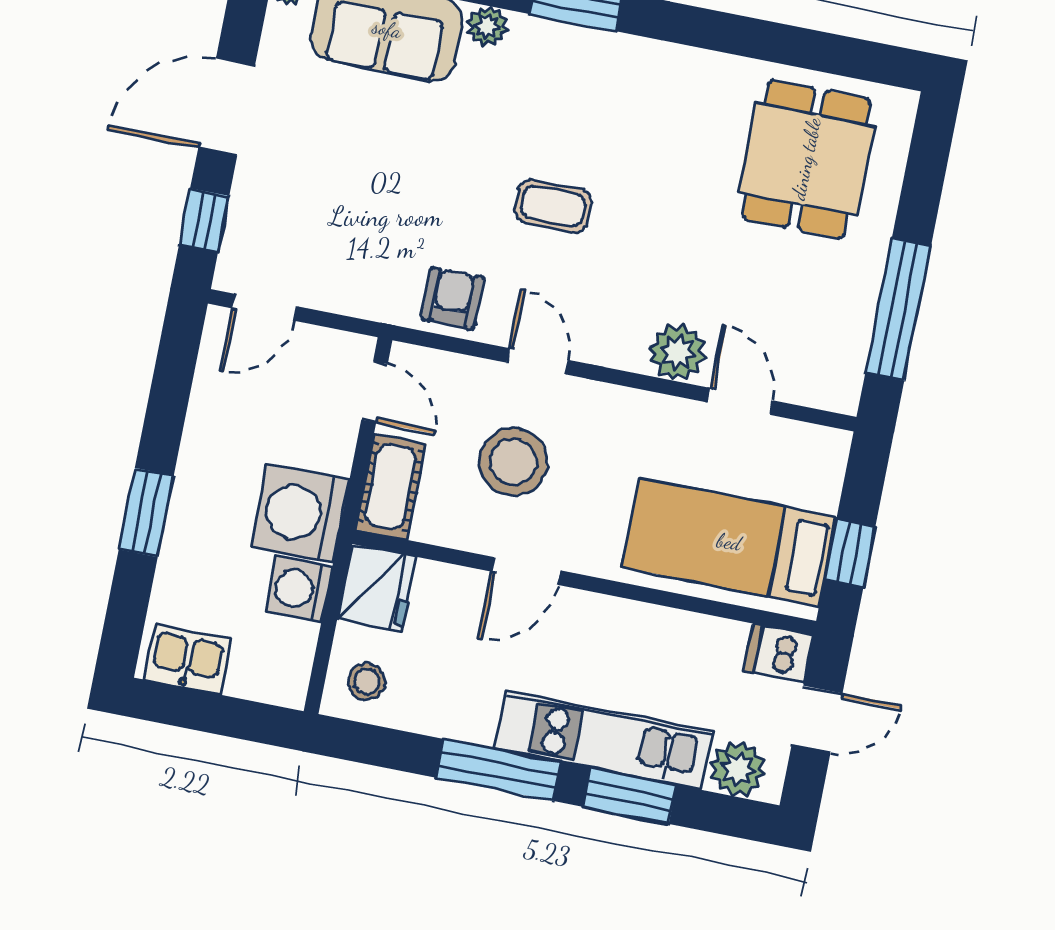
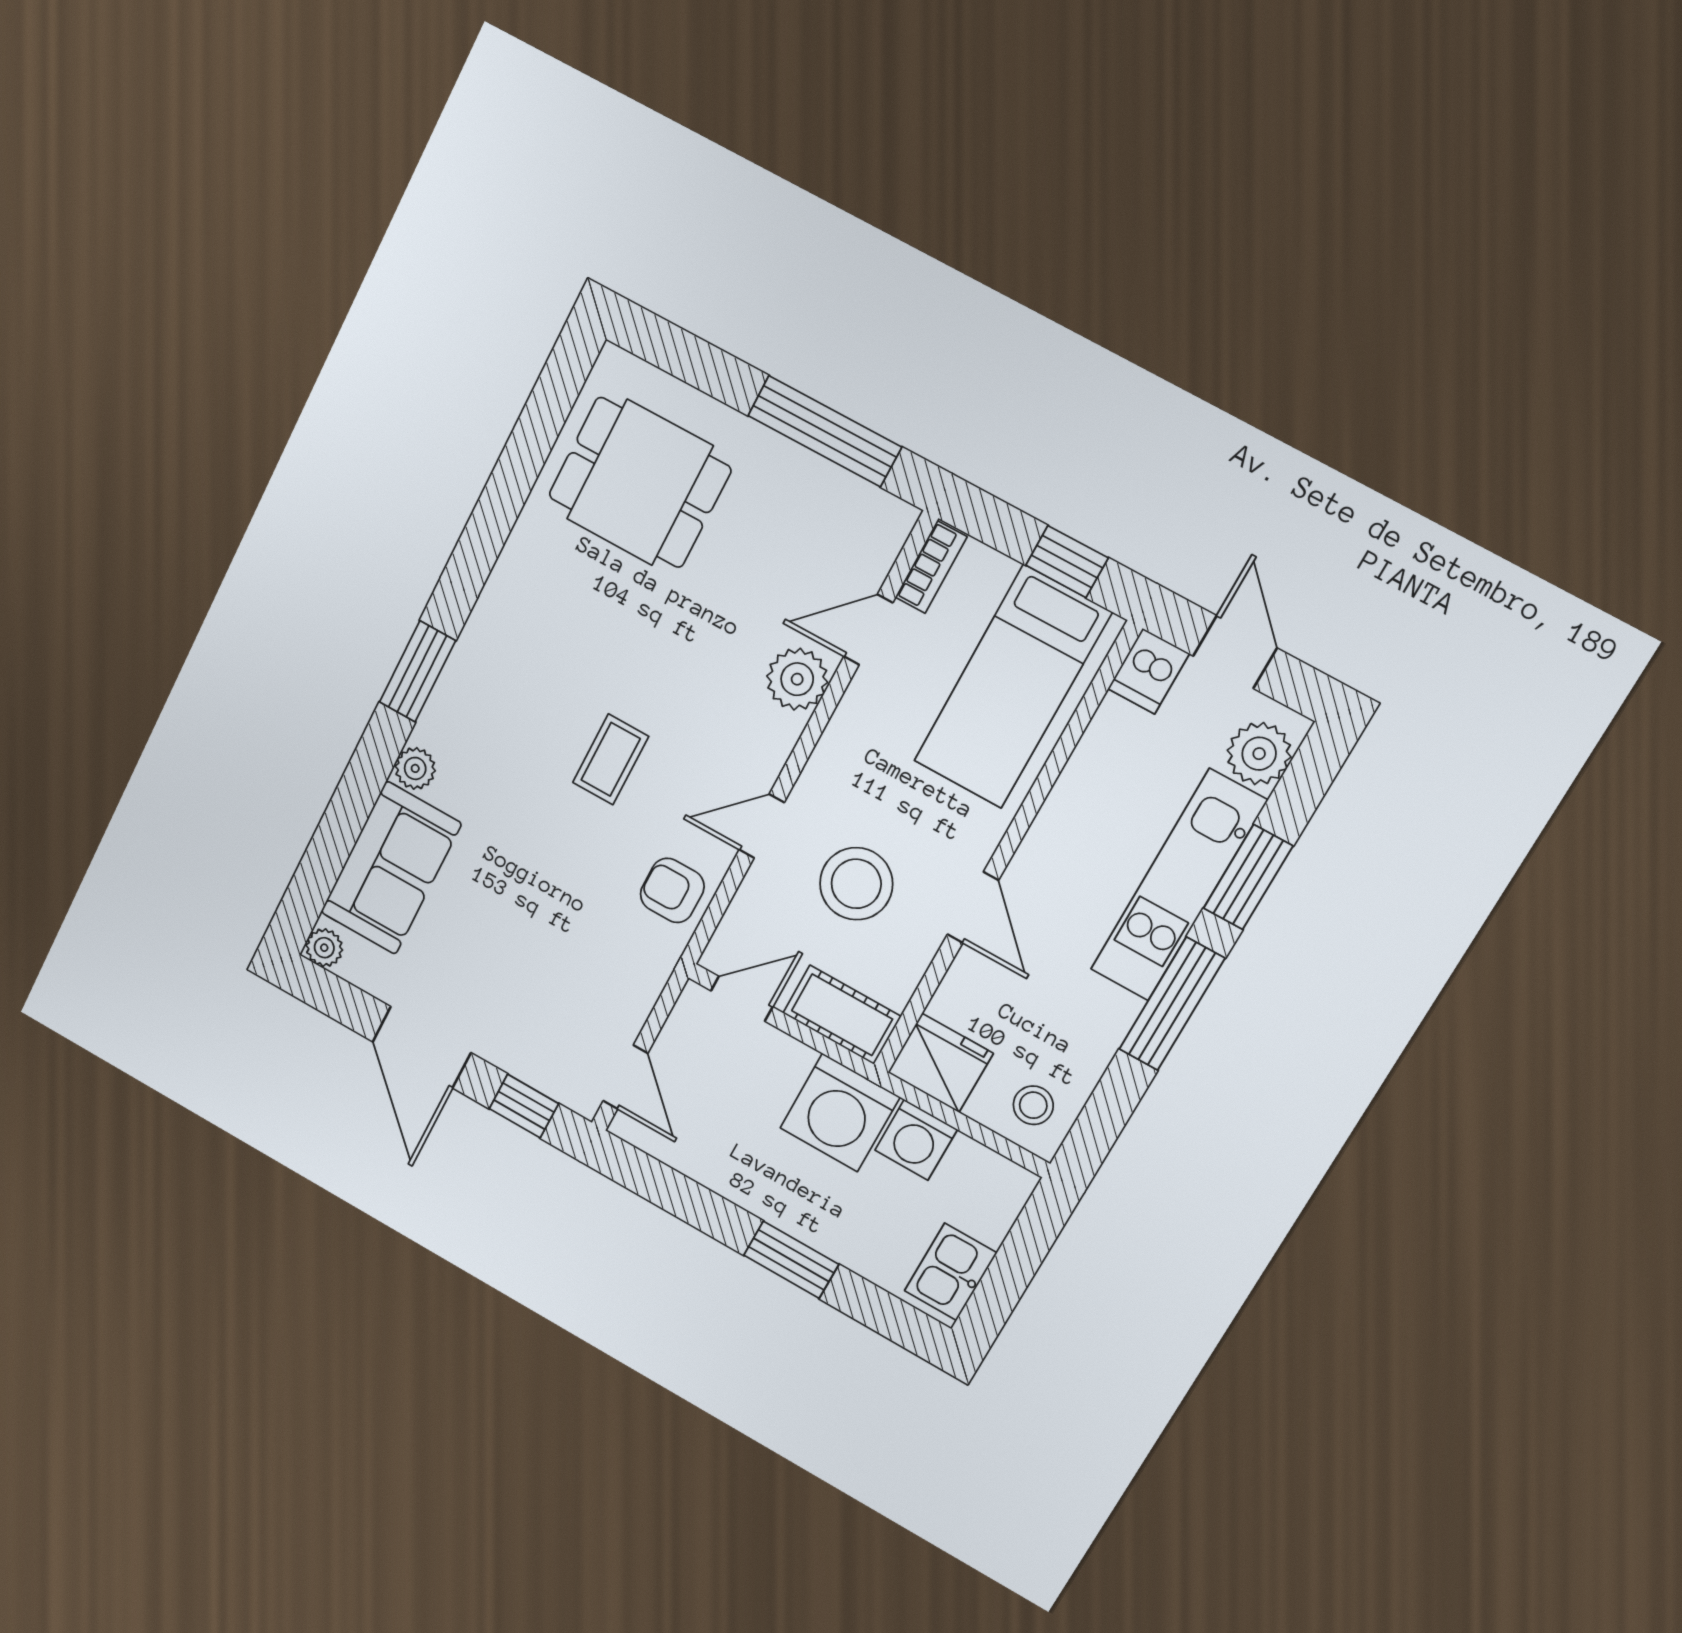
bookcase: (810, 439) -> (931, 567), added

